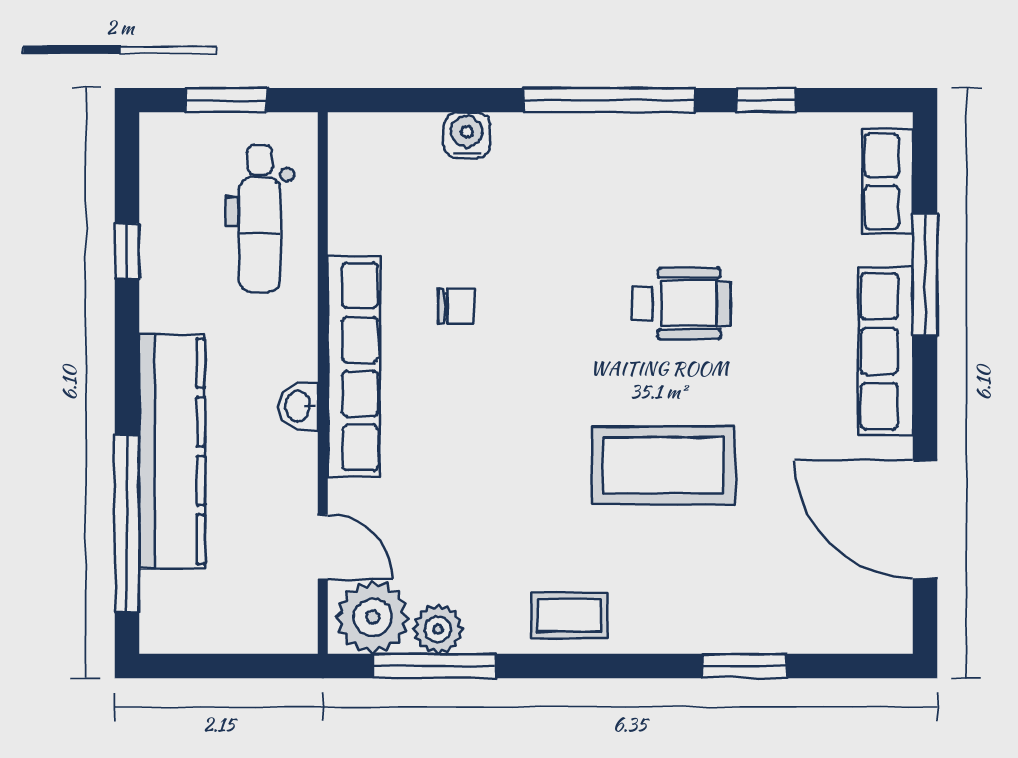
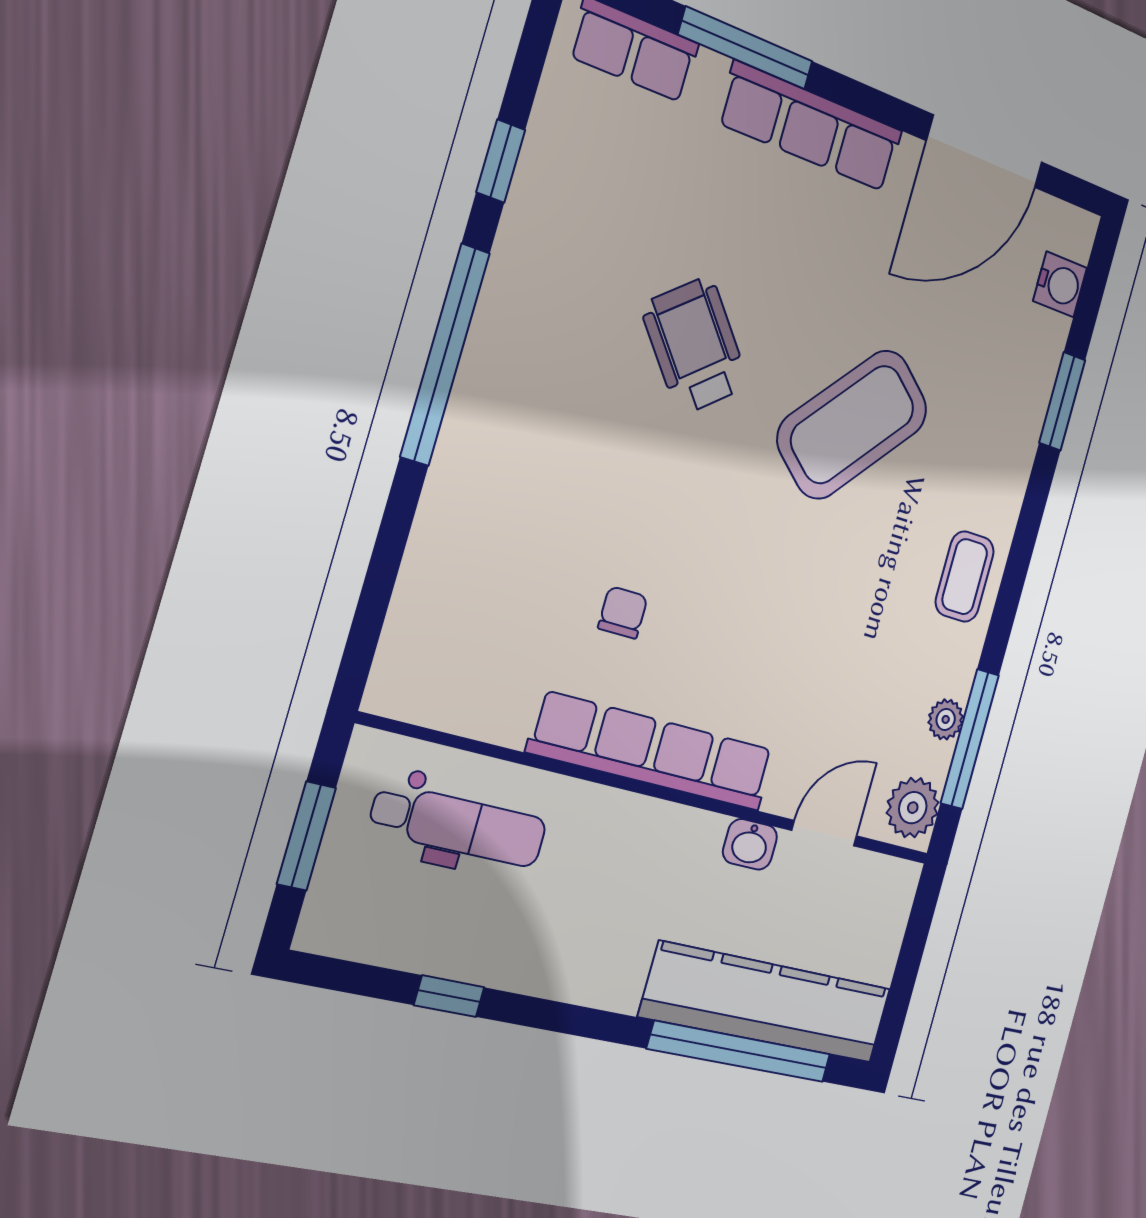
water cooler: (467, 135) -> (1060, 284), moved, turned 180
wheelchair: (681, 304) -> (695, 346), turned -39
washbasin: (299, 406) -> (750, 844), moved
kitchen counter: (172, 451) -> (767, 1003), moved
coffee table: (663, 466) -> (853, 424), turned 41
plant: (373, 617) -> (913, 808), width x0.73, depth x0.73
plant: (438, 629) -> (946, 719), width x0.73, depth x0.73

